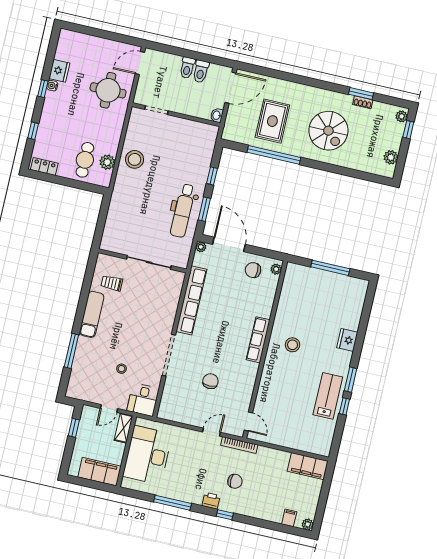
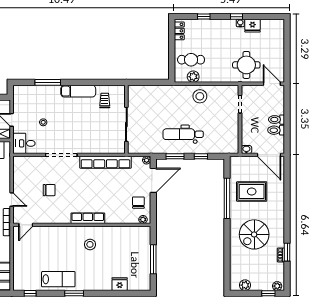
dental chair: (183, 211) -> (183, 134), moved
fridge: (347, 340) -> (120, 284), moved
window: (344, 406) -> (30, 293), moved

